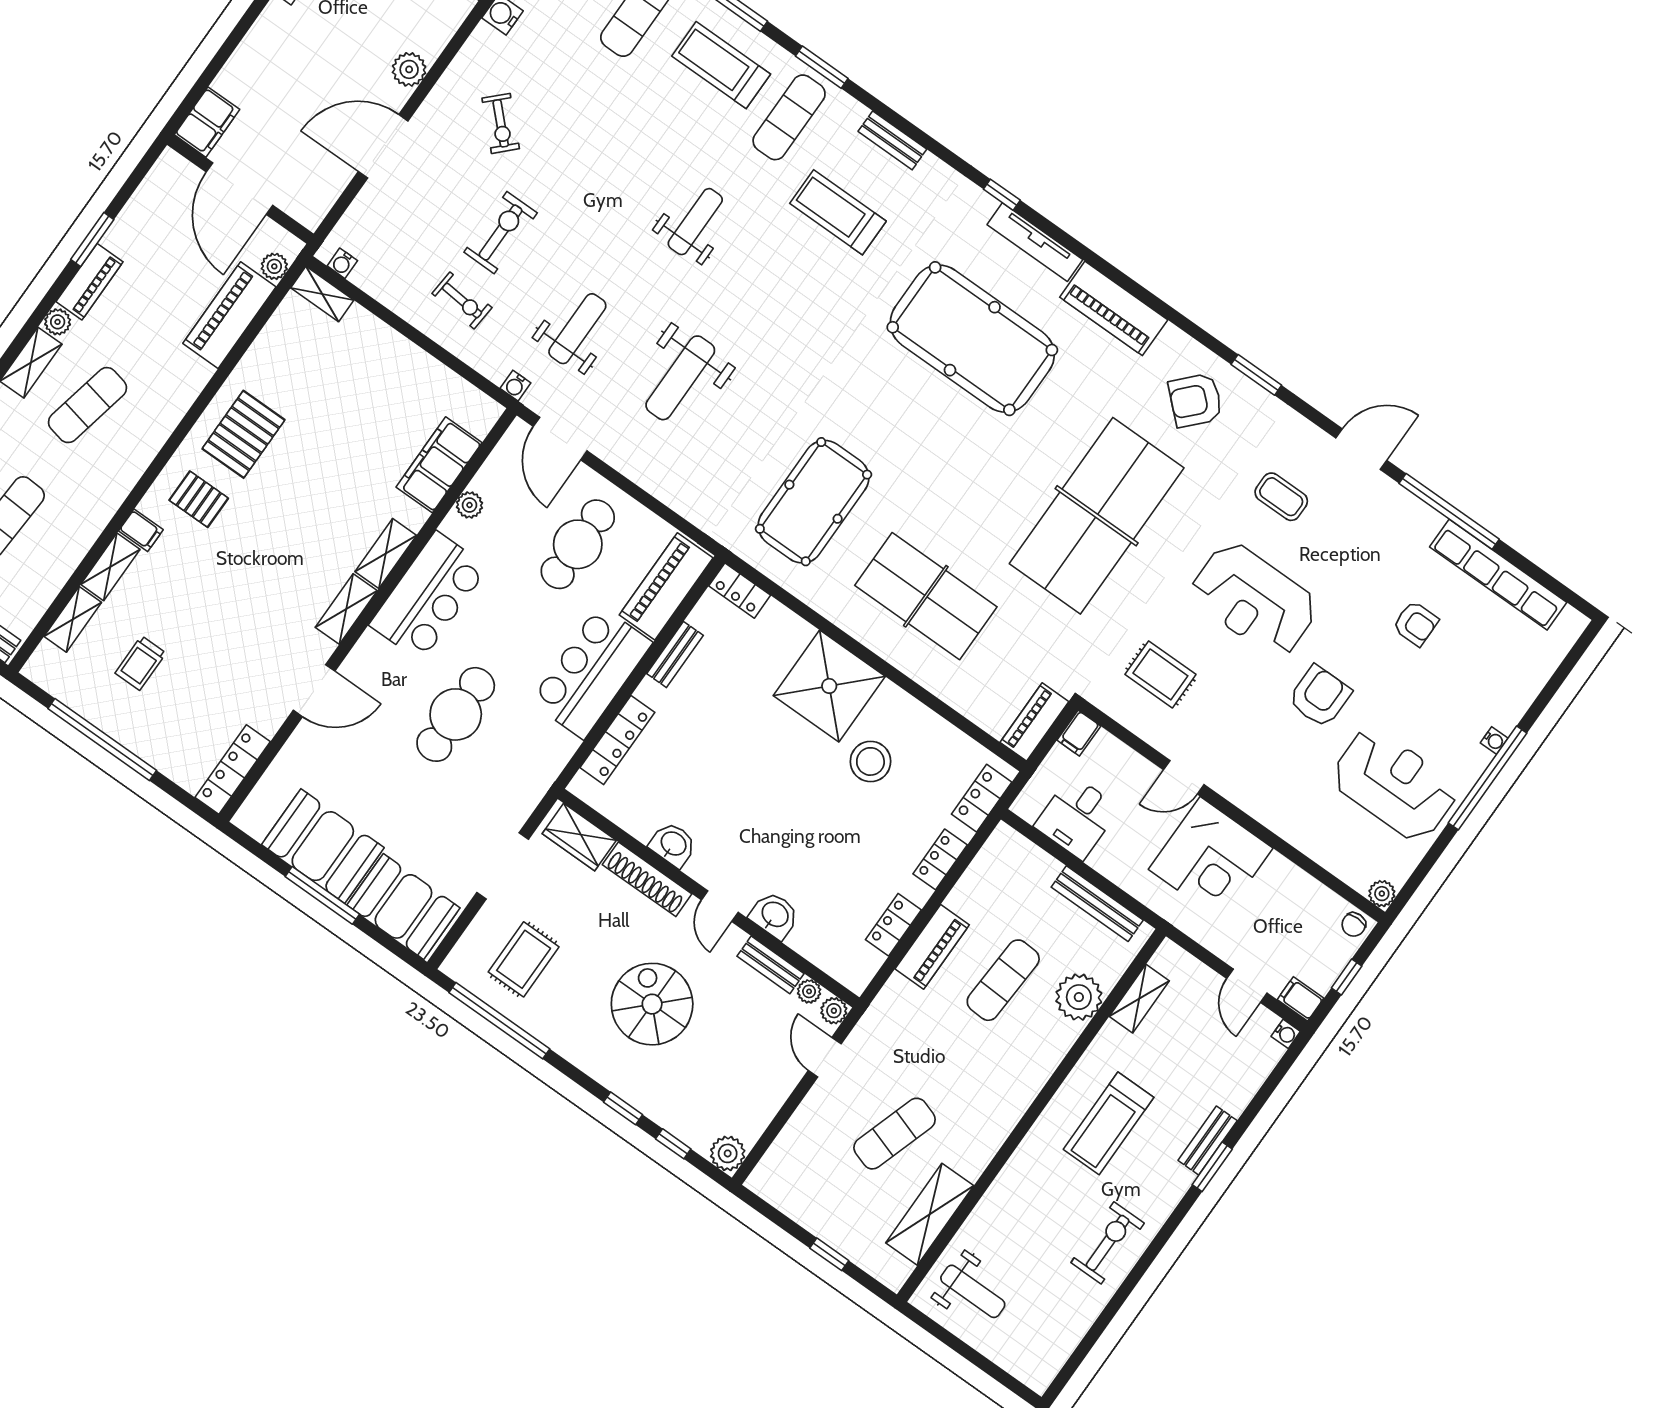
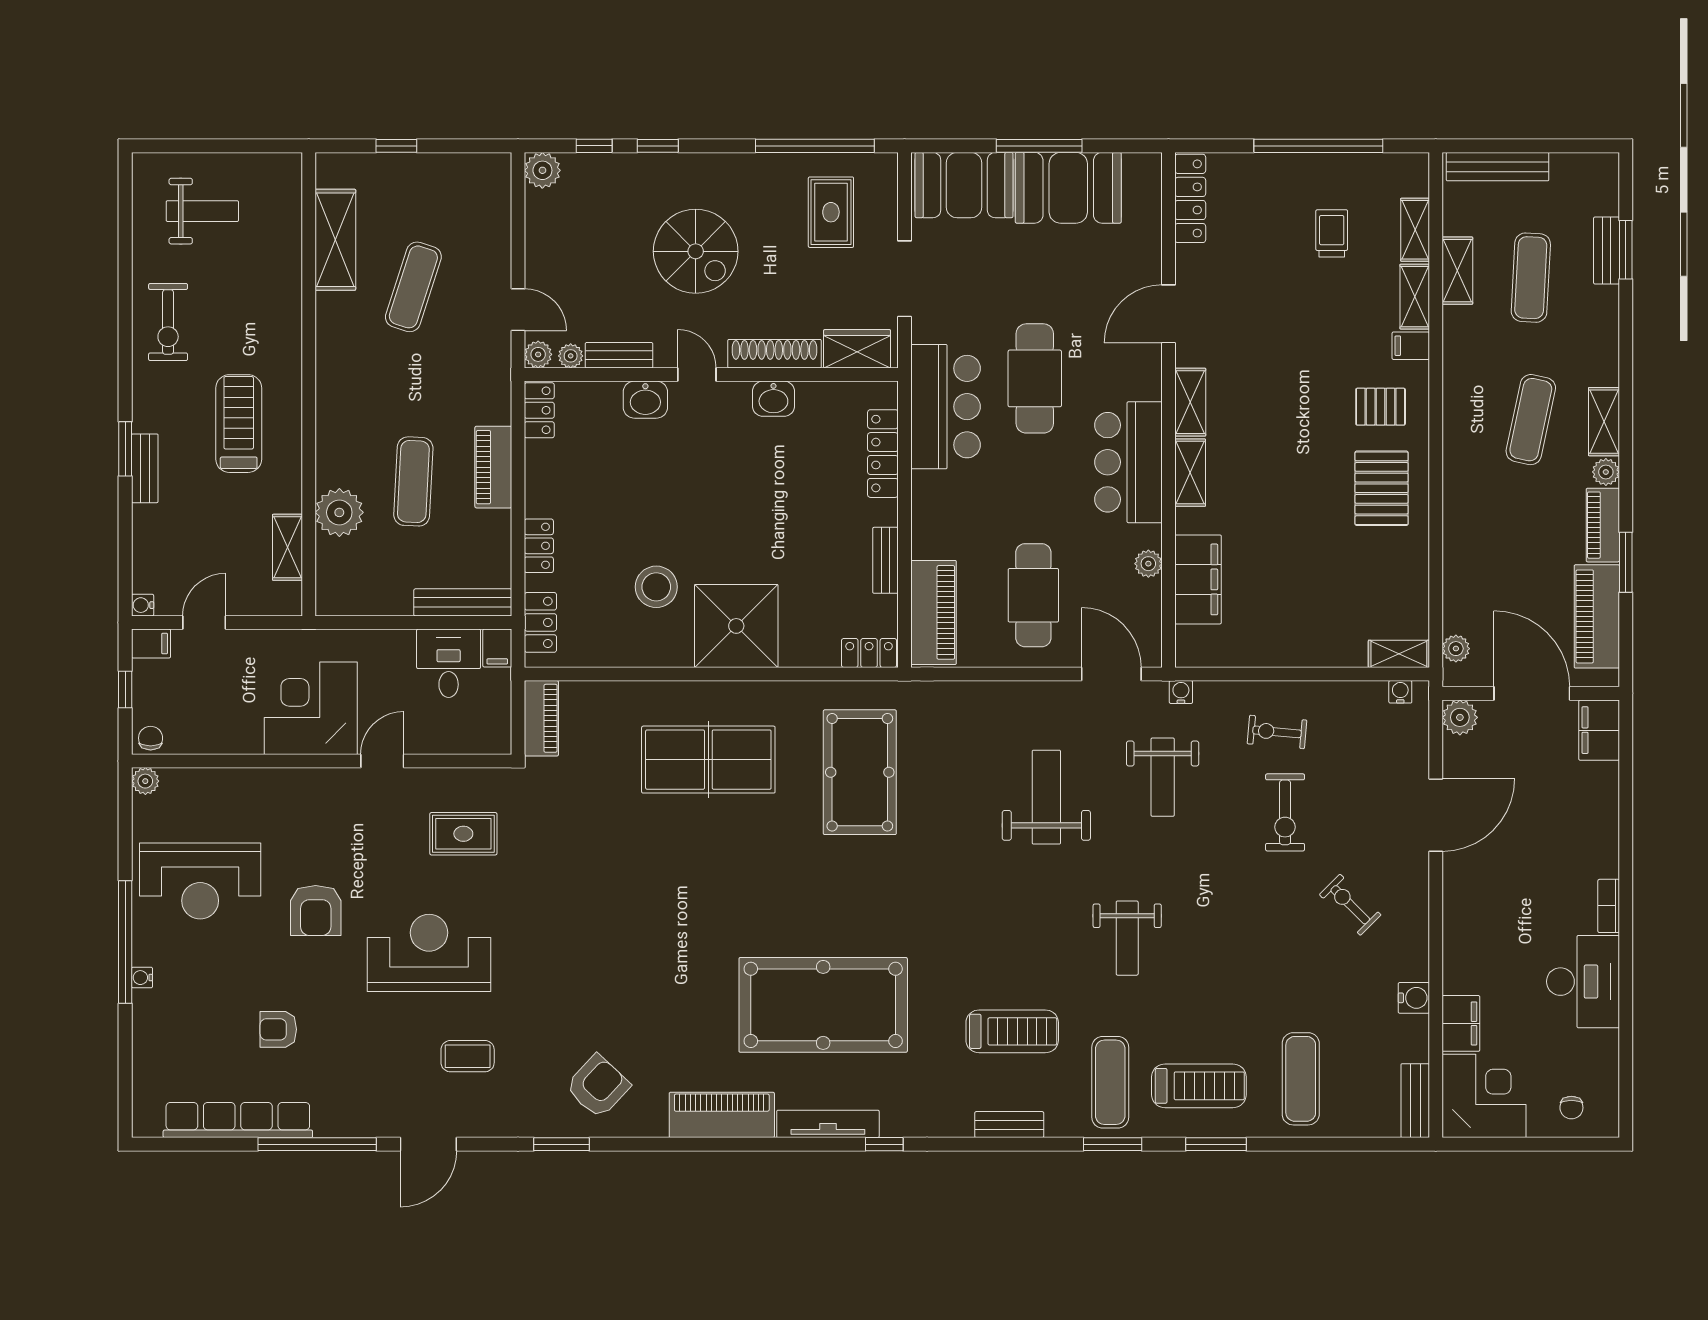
plant: (409, 69) -> (1460, 717), moved
piano: (229, 315) -> (1597, 616), moved, turned 180
table tennis table: (1097, 516) -> (612, 930), removed
shelving: (62, 564) -> (1457, 271), added
bar counter: (591, 672) -> (946, 407), moved
filing cabinet: (1079, 733) -> (497, 648), moved, turned 180
bench: (1097, 904) -> (463, 602), moved
locker: (893, 925) -> (539, 410), moved
door: (1247, 986) -> (204, 622), hinge flipped
weight bench: (973, 1291) -> (202, 211), moved, turned 180

